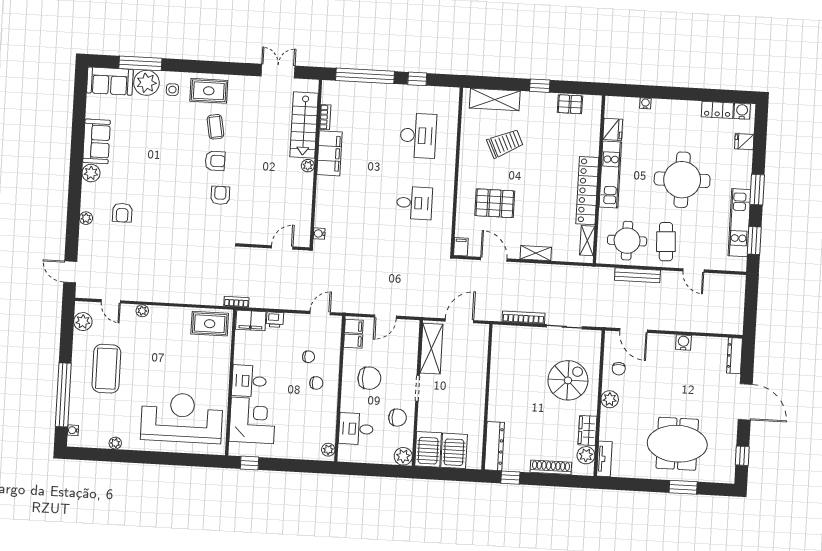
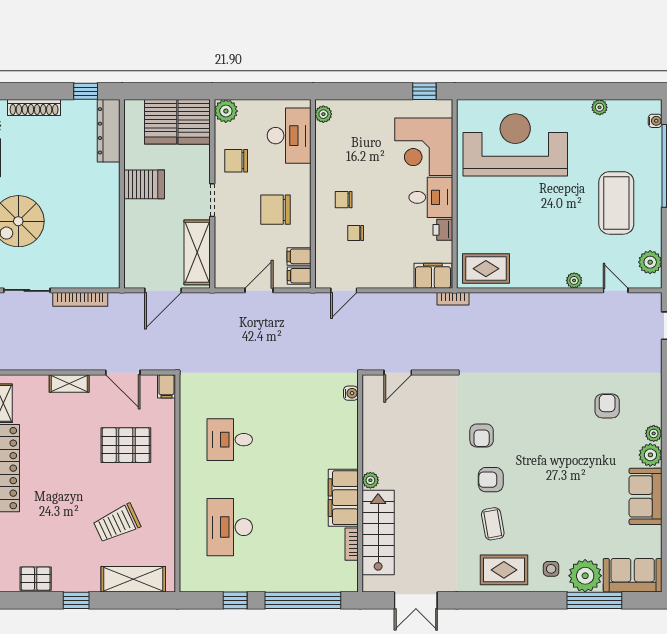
plant: (86, 218) -> (654, 433), moved
printer: (275, 320) -> (443, 230), moved, turned -90
server rack: (469, 403) -> (144, 184), added
reception desk: (182, 418) -> (515, 145), turned 180
desk: (356, 429) -> (289, 136), width x1.37

